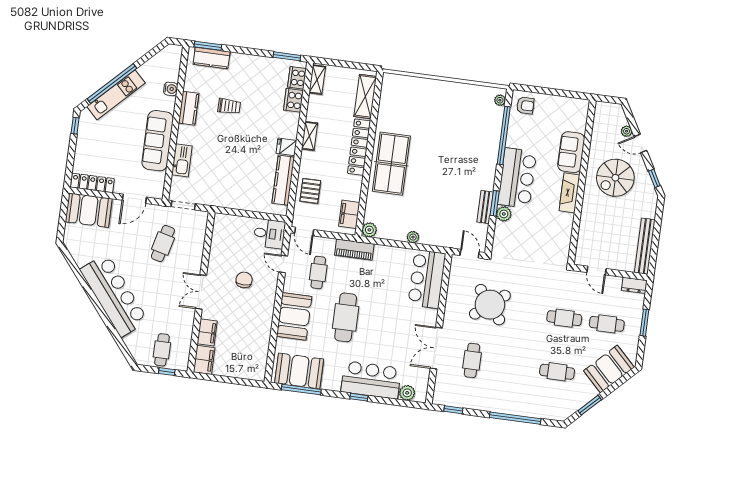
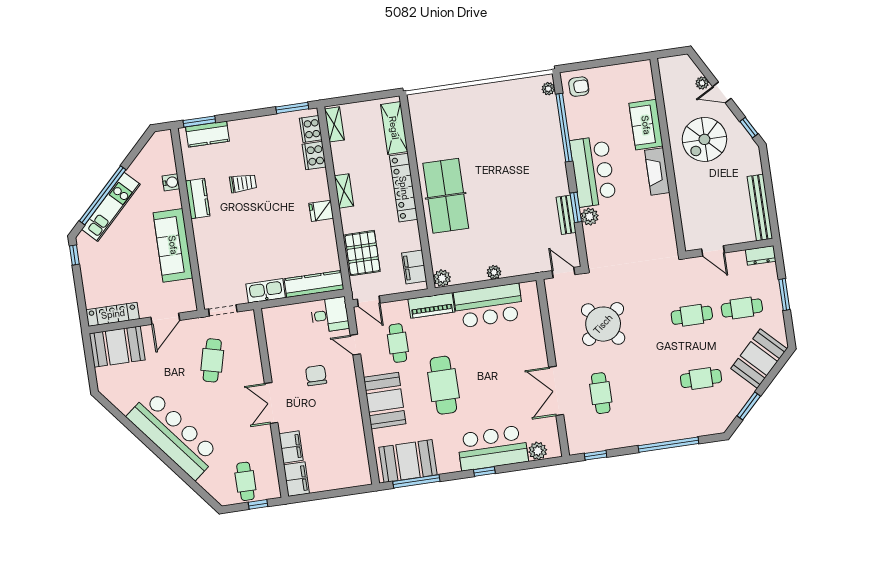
kitchen sink: (182, 160) -> (266, 291), moved, turned -90
kitchen counter: (283, 180) -> (314, 284), moved, turned 90
pallet: (310, 191) -> (362, 253), width x1.50, depth x1.42
bar counter: (427, 279) -> (489, 306), moved, turned -90

